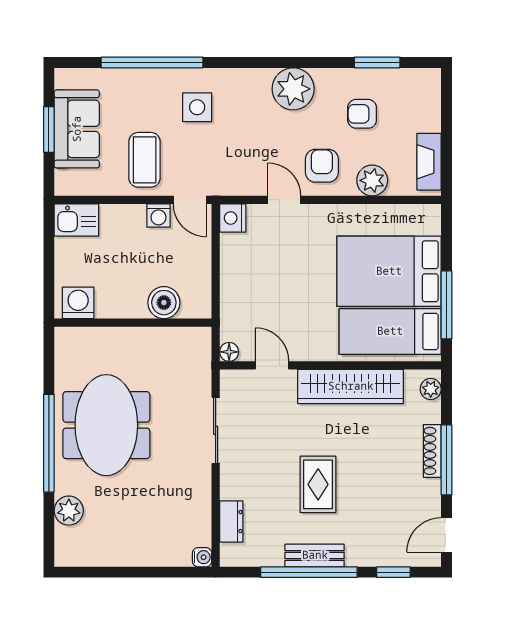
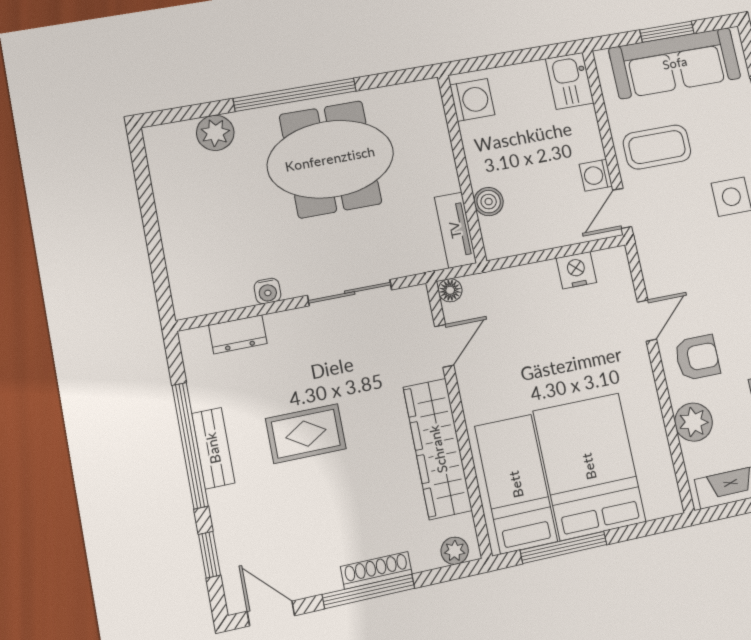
sofa: (77, 129) -> (675, 63), width x1.36
nightstand: (233, 218) -> (576, 270), moved
boiler: (164, 303) -> (489, 202), width x0.73, depth x0.73
tv unit: (182, 338) -> (455, 230), added
water cooler: (202, 557) -> (267, 291), moved

